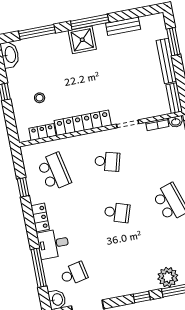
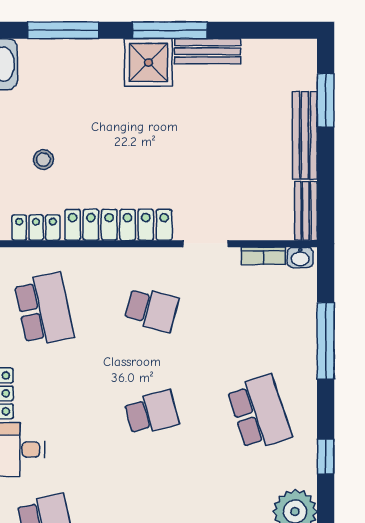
bench: (123, 26) -> (208, 51), moved
school desk: (117, 213) -> (152, 413), turned -33

